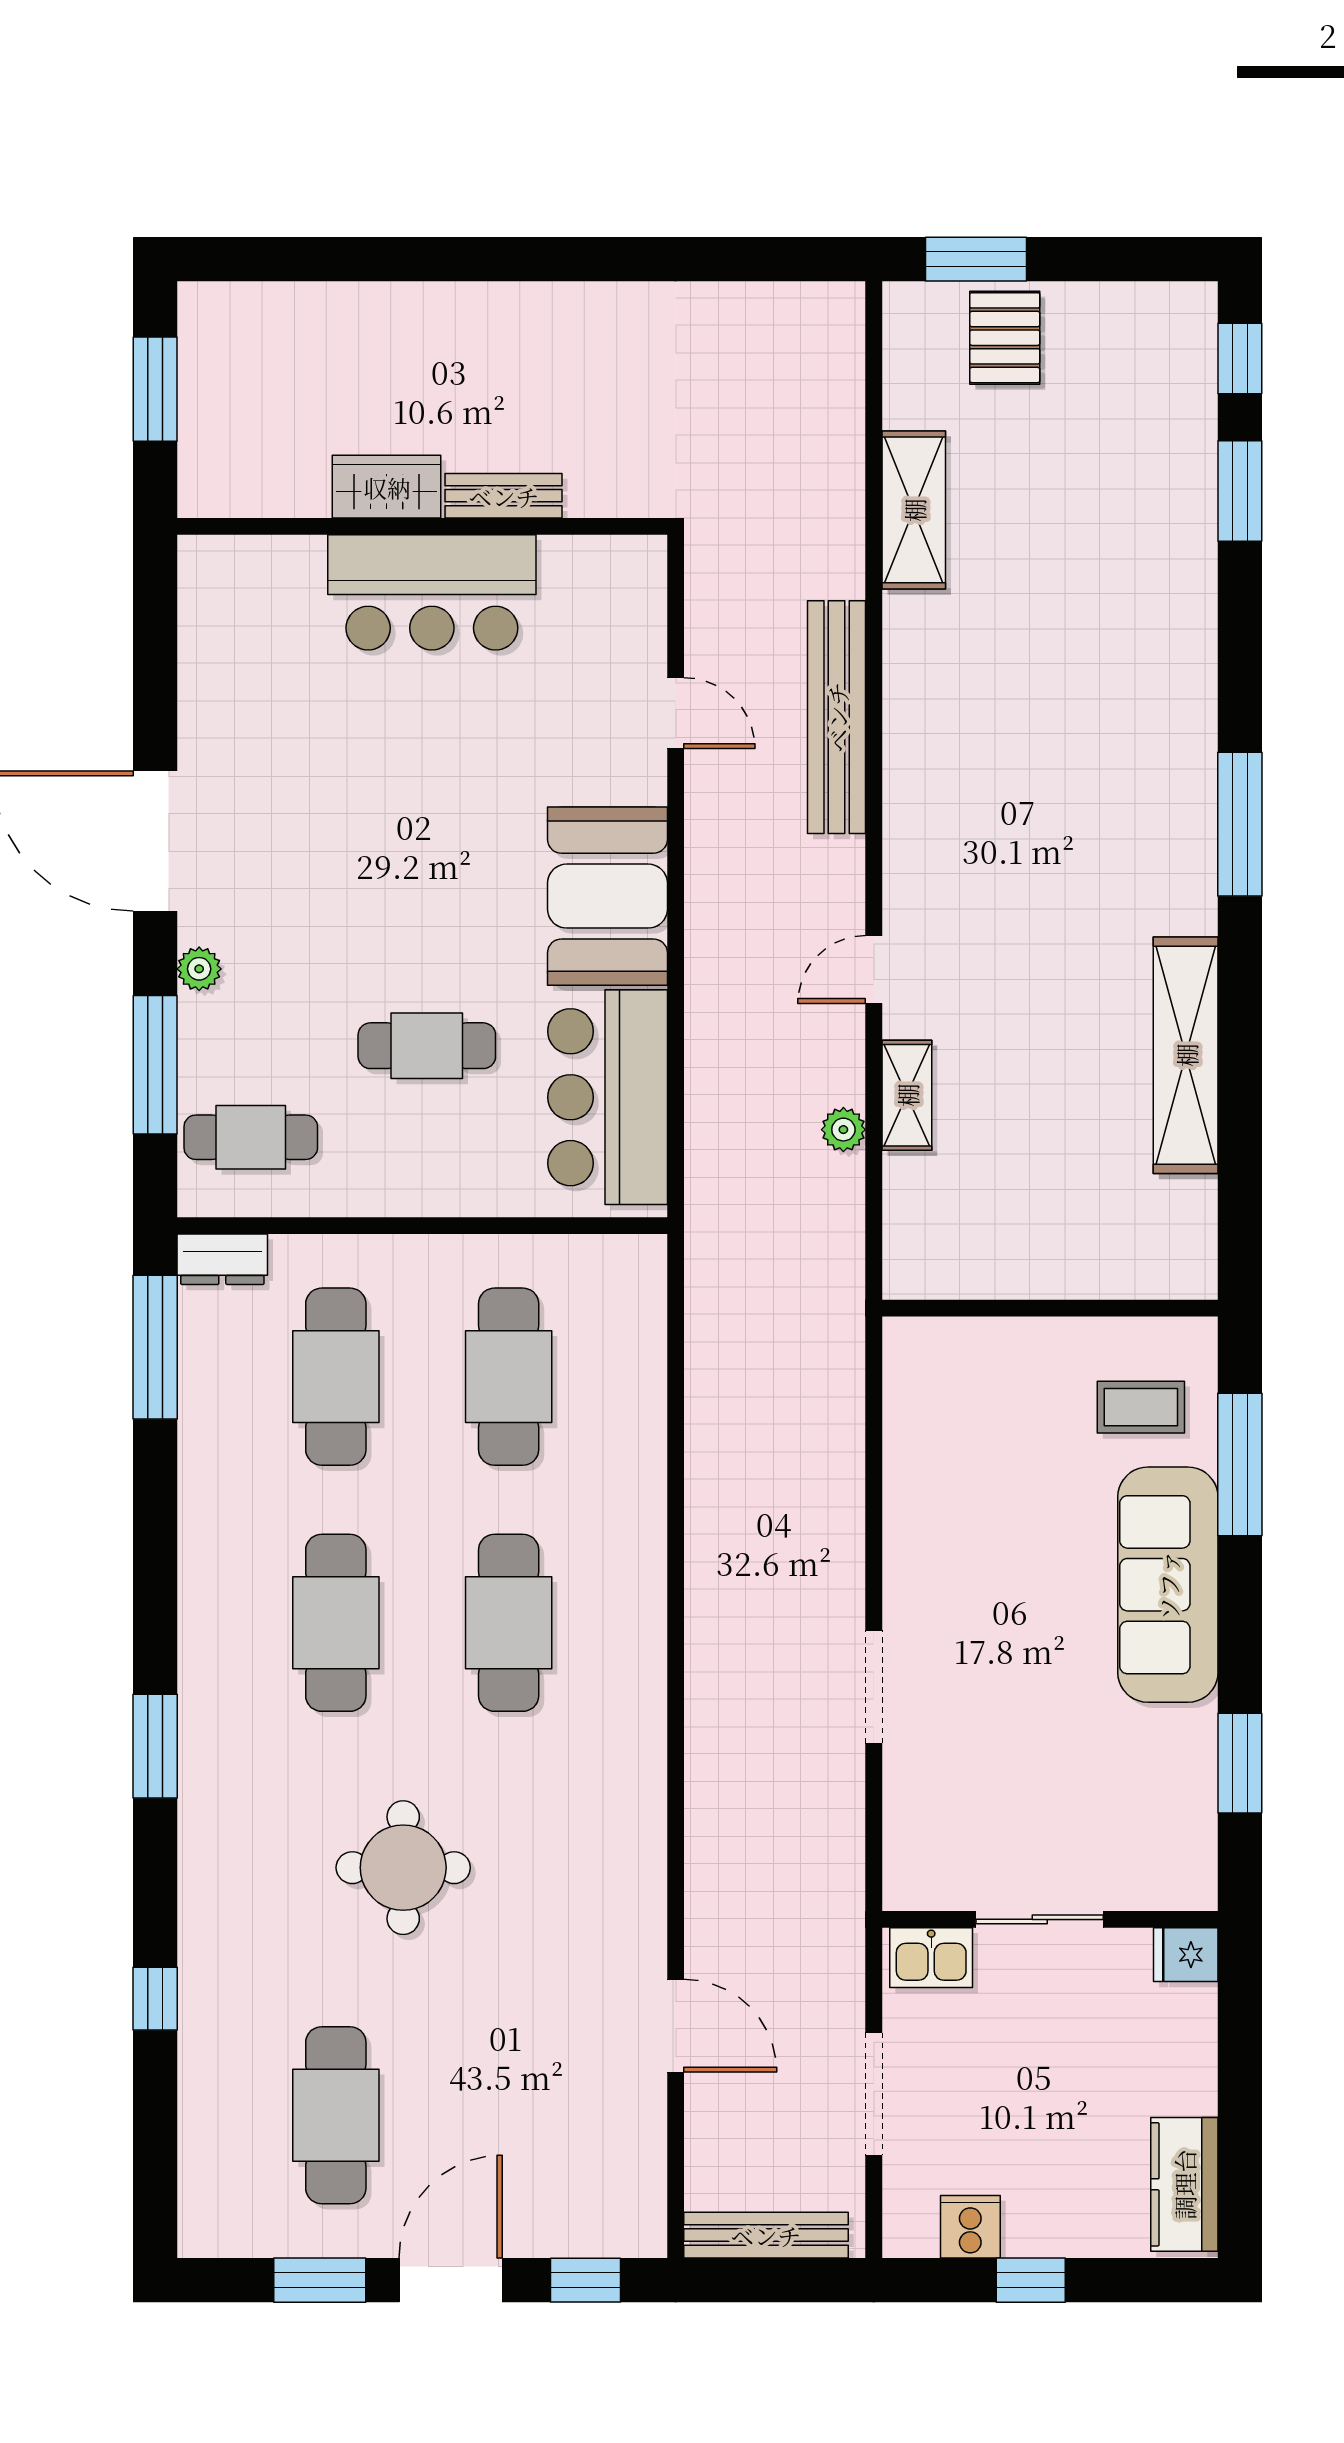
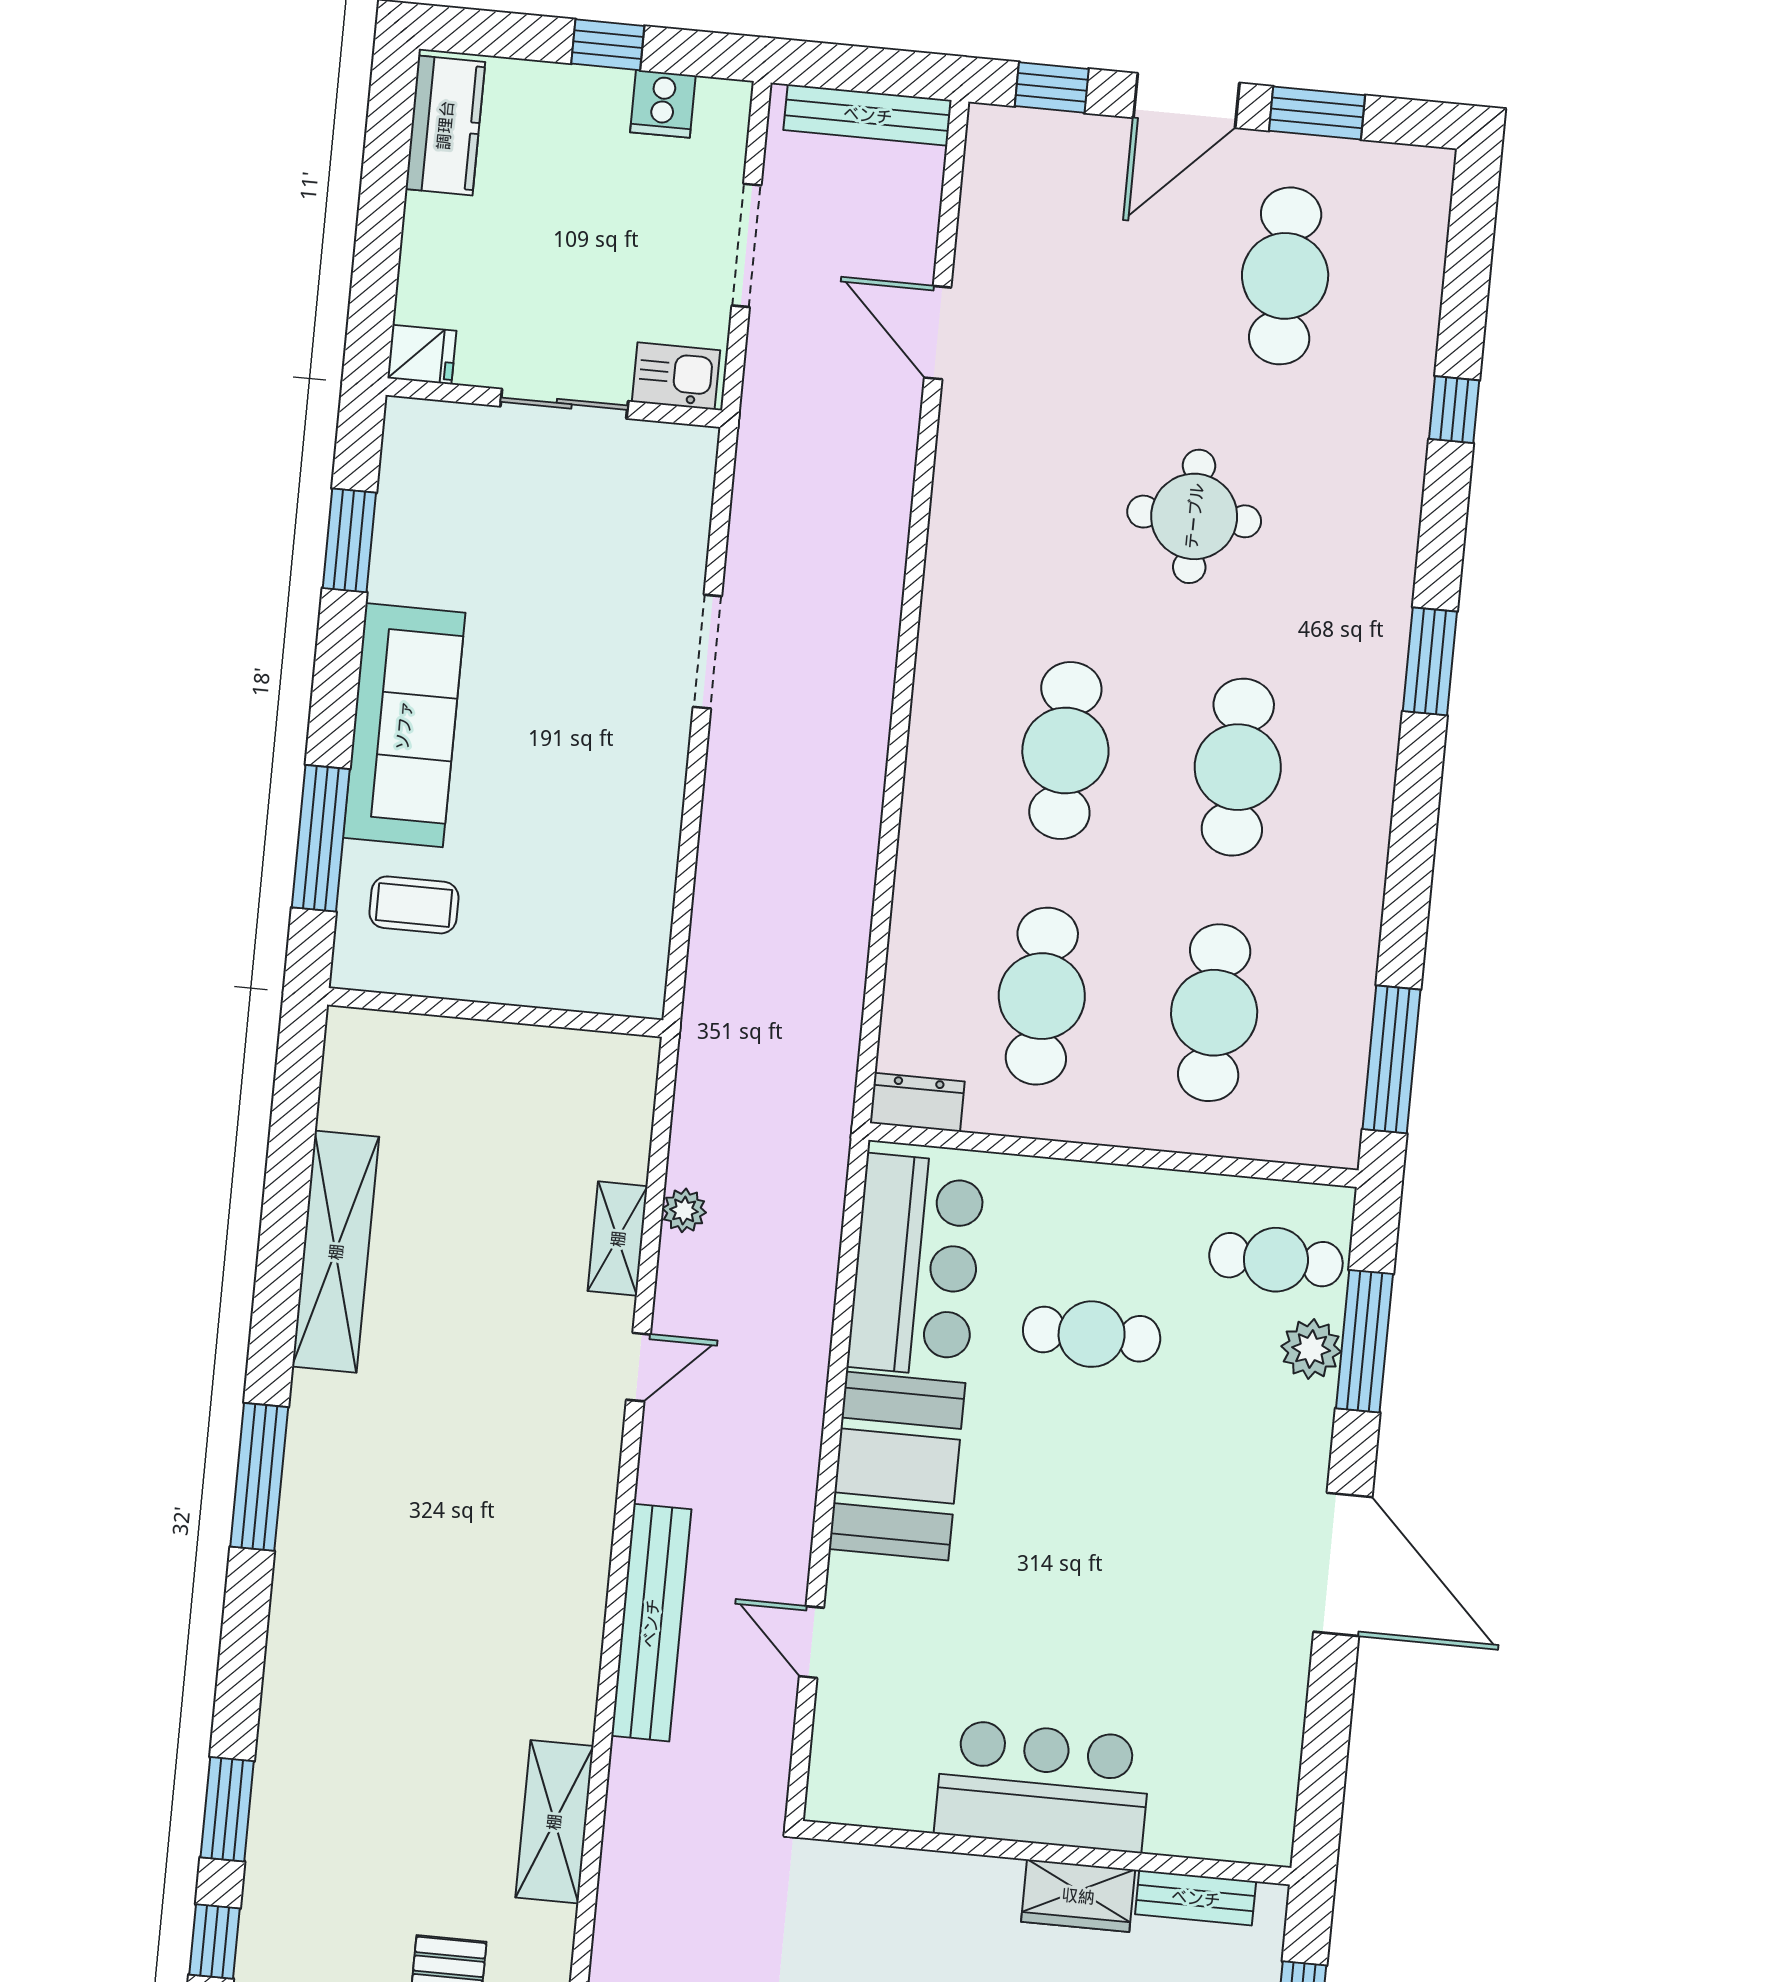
bench: (504, 496) -> (1196, 1898), moved
plant: (199, 969) -> (1311, 1349), moved, width x1.38, depth x1.38
dresser: (222, 1259) -> (917, 1102), moved

